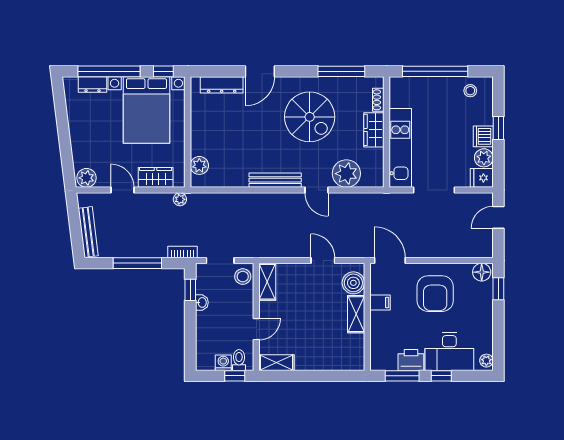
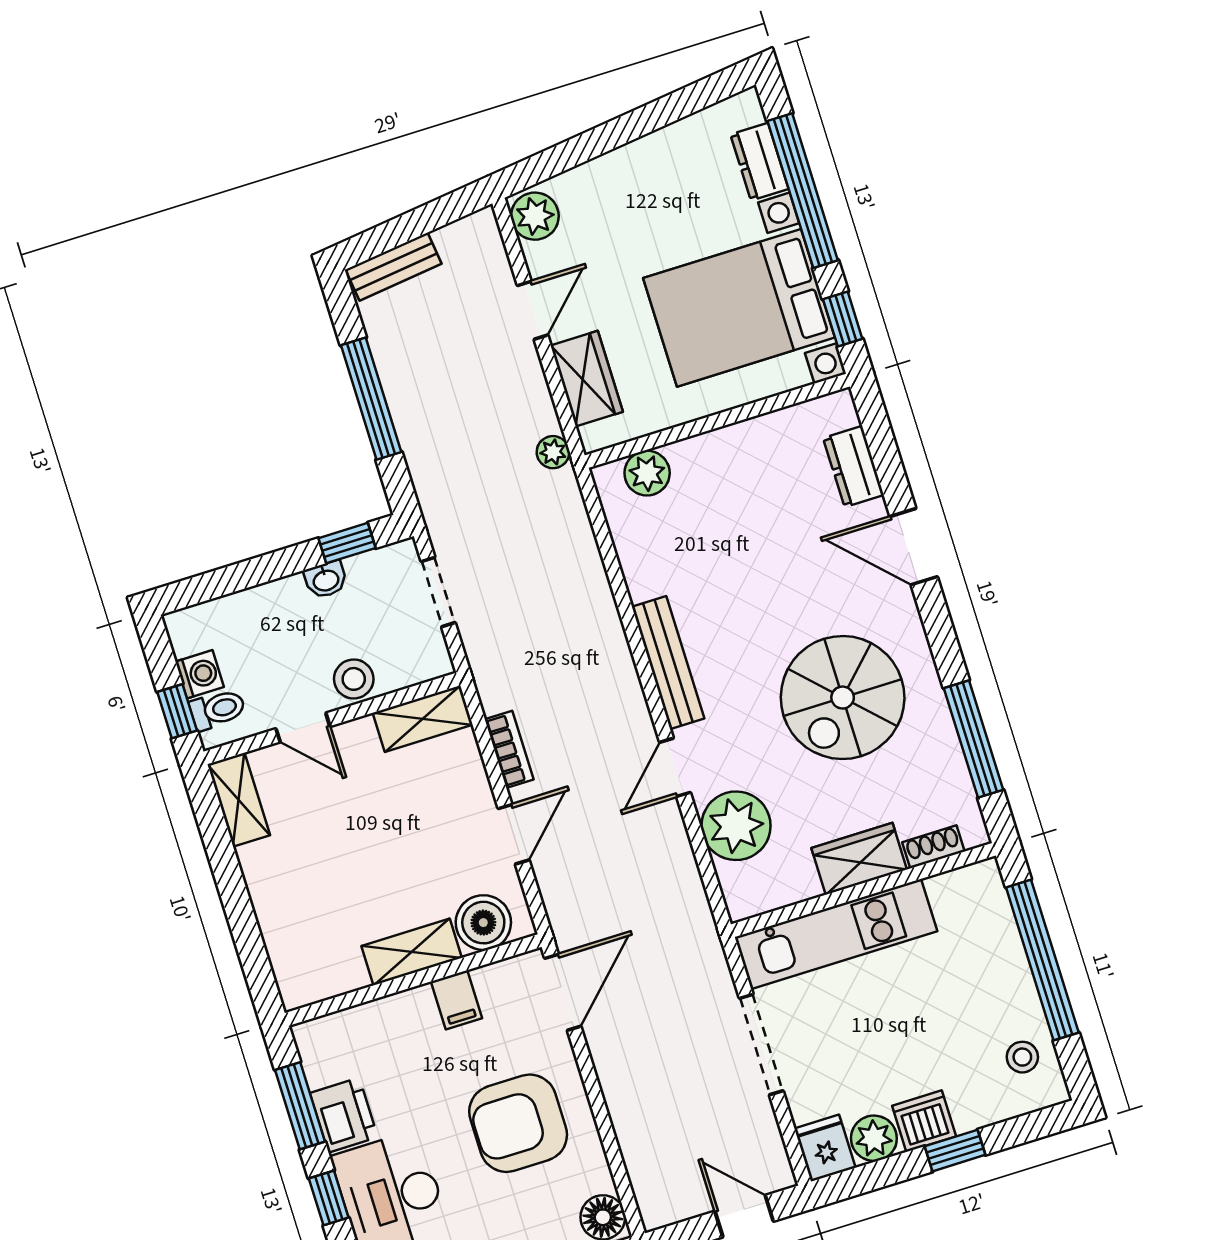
dresser: (222, 85) -> (853, 467), width x0.70
bench: (88, 232) -> (393, 267), width x0.73
bookcase: (182, 252) -> (509, 749), moved
stool: (243, 277) -> (354, 679), moved

